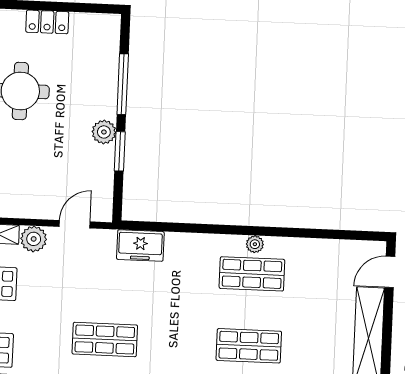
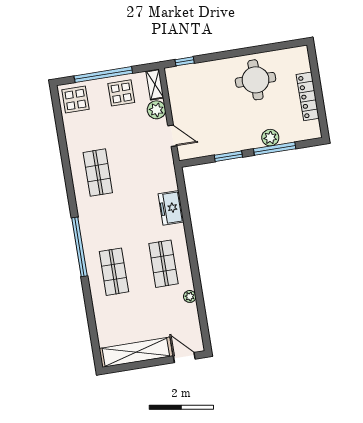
locker: (47, 22) -> (308, 96), width x1.53
plant: (104, 132) -> (270, 138), moved
plant: (255, 244) -> (190, 296), moved
freezer: (140, 246) -> (171, 208), moved

